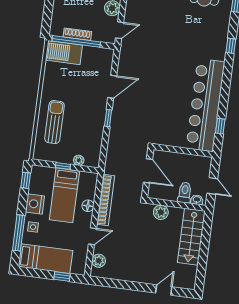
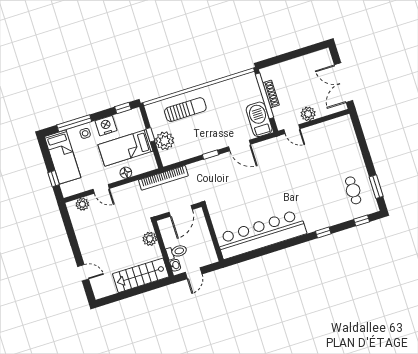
barbecue: (64, 53) -> (259, 119), moved
window: (220, 126) -> (249, 256), removed
plant: (79, 160) -> (165, 141), width x1.88, depth x1.88
bookcase: (106, 200) -> (163, 178), moved

